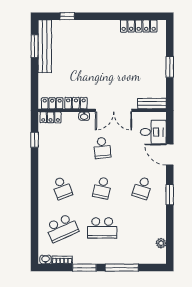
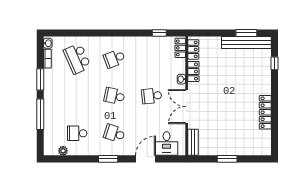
locker: (139, 26) -> (265, 112), moved
school desk: (102, 228) -> (77, 133), moved, width x0.54

